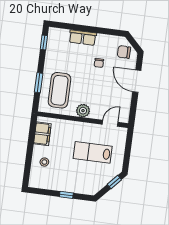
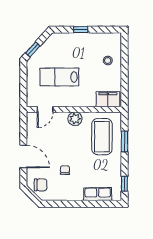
row of seats: (83, 38) -> (98, 194), moved
filing cabinet: (42, 134) -> (108, 99), moved, turned 90
lab bench: (93, 152) -> (59, 77), turned 180

